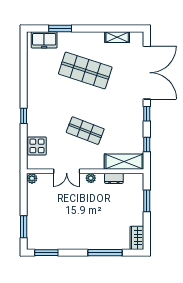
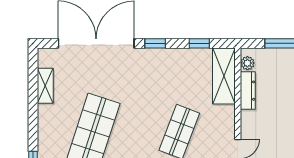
plant: (91, 178) -> (247, 63), moved
dresser: (114, 178) -> (248, 91), width x1.44

